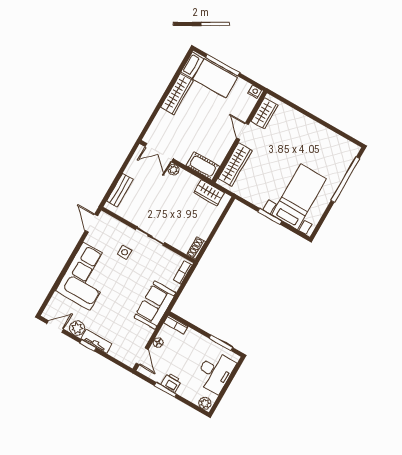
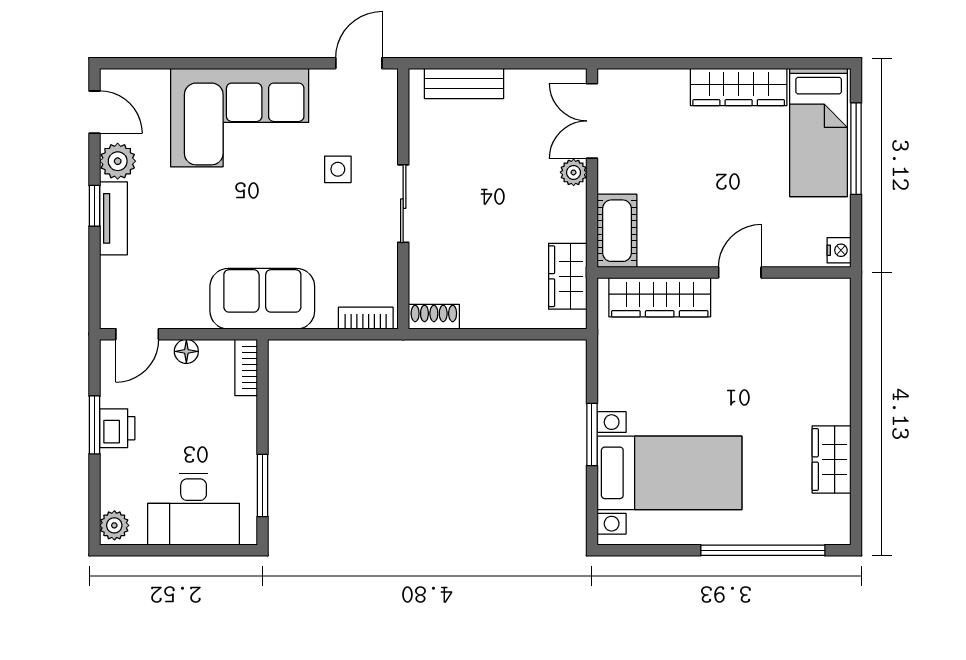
wardrobe: (264, 113) -> (831, 459), moved, turned 90

